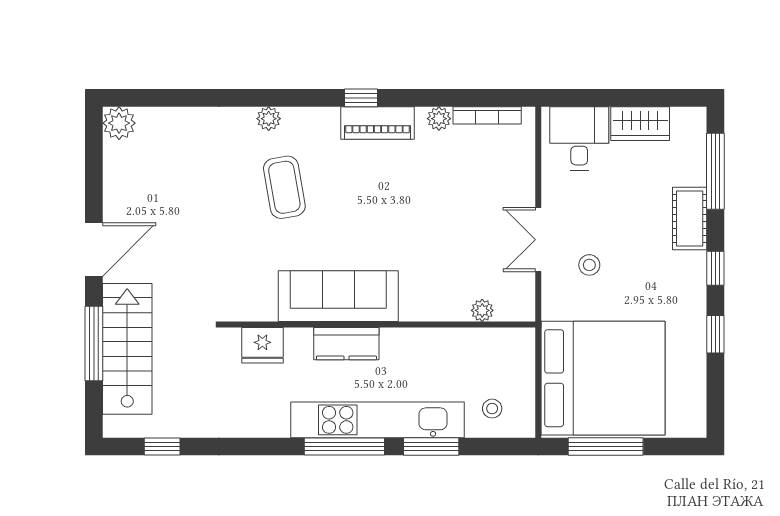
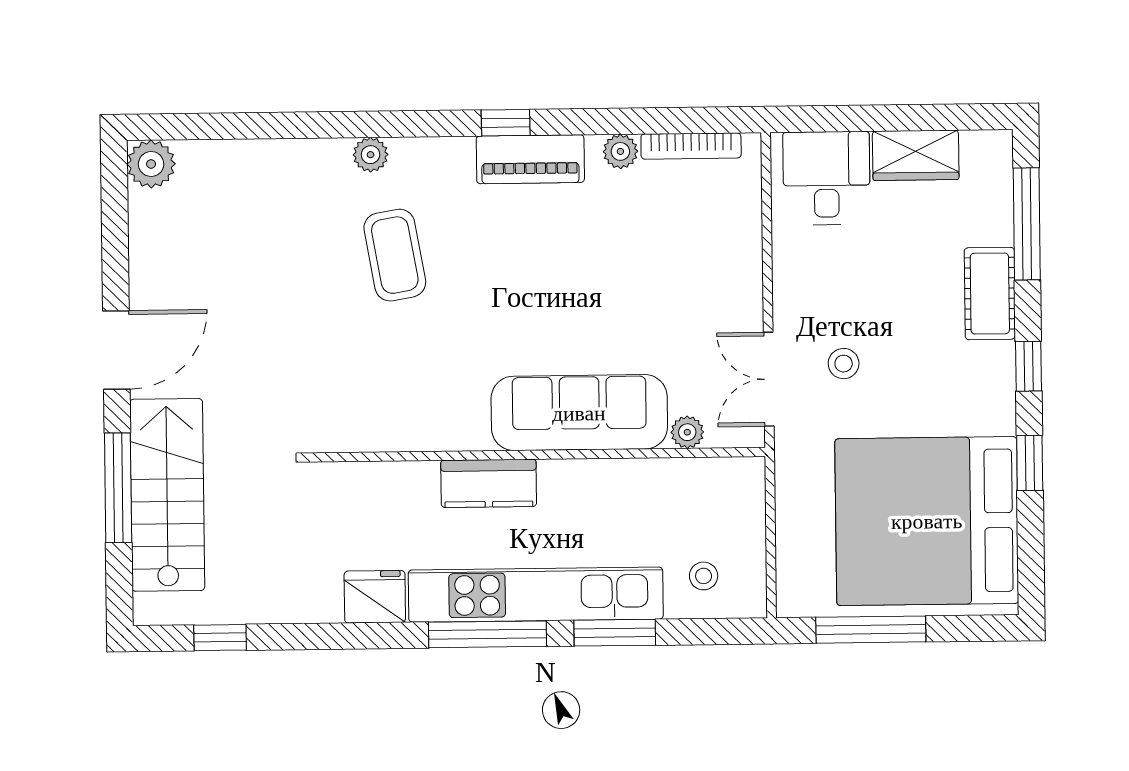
double door: (538, 240) -> (769, 379), moved
sofa: (338, 296) -> (579, 413), moved
fridge: (262, 345) -> (375, 597), moved, turned 180
bed: (603, 378) -> (927, 521), moved, turned 180

